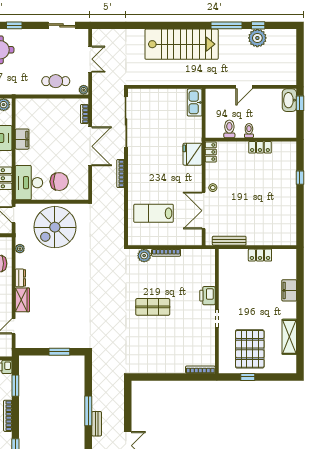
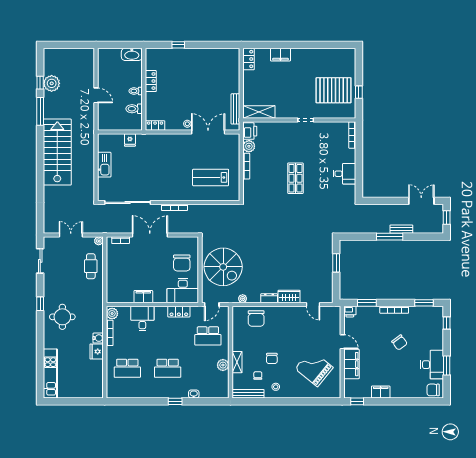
washbasin: (289, 100) -> (132, 54), moved
kitchen sink: (195, 102) -> (104, 165), moved, turned -90
window: (300, 103) -> (111, 45), removed
fridge: (193, 154) -> (130, 140), moved, width x0.53, depth x0.75
chair: (59, 182) -> (182, 263), turned 180
double door: (204, 211) -> (208, 132), swing flipped
lab bench: (154, 213) -> (211, 177), turned 90
locker: (260, 255) -> (248, 59), moved
plant: (144, 256) -> (249, 146), moved
printer: (207, 296) -> (250, 131), moved, turned -90
shelving: (289, 337) -> (259, 112), moved
desk: (158, 361) -> (345, 174), added

